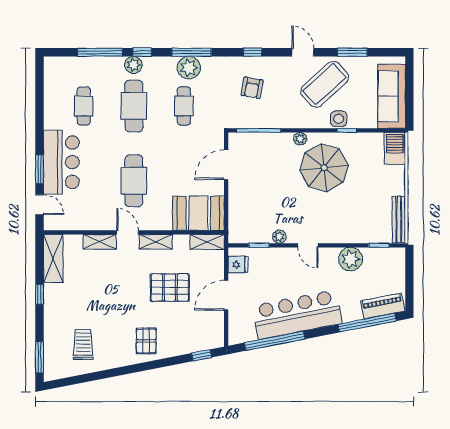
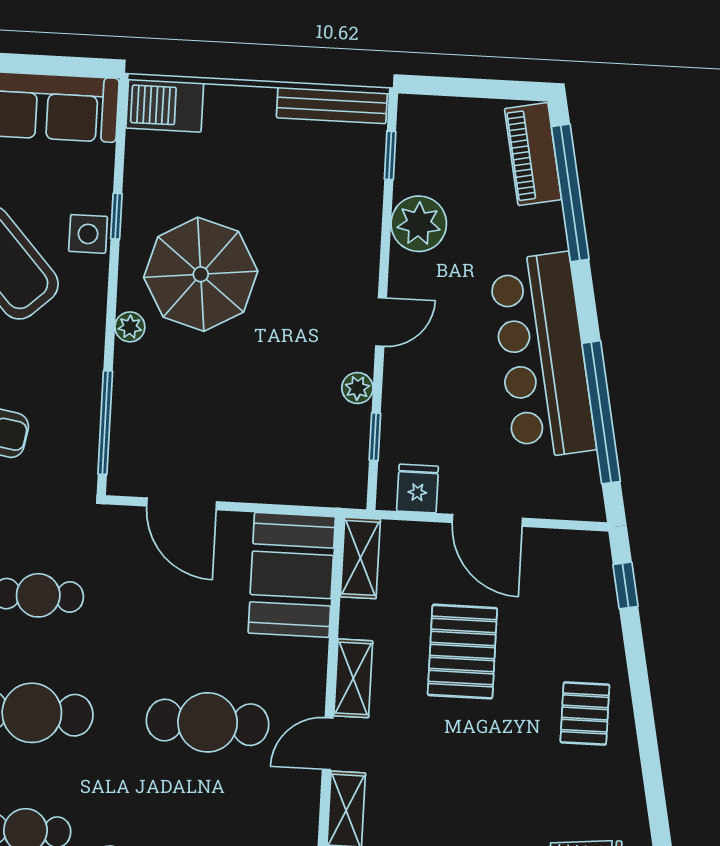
pallet: (146, 341) -> (585, 713), turned 90

